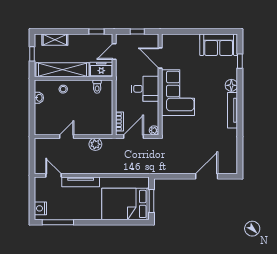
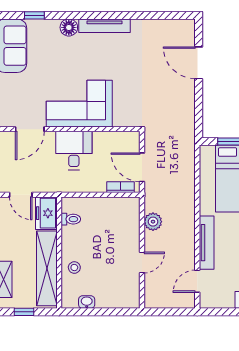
plant: (154, 130) -> (133, 138), removed
door: (67, 137) -> (142, 262), swing flipped

